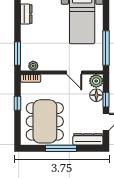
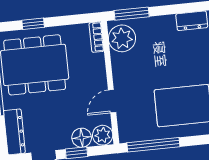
plant: (33, 66) -> (122, 38), width x1.88, depth x1.88
window: (17, 103) -> (33, 24), moved

